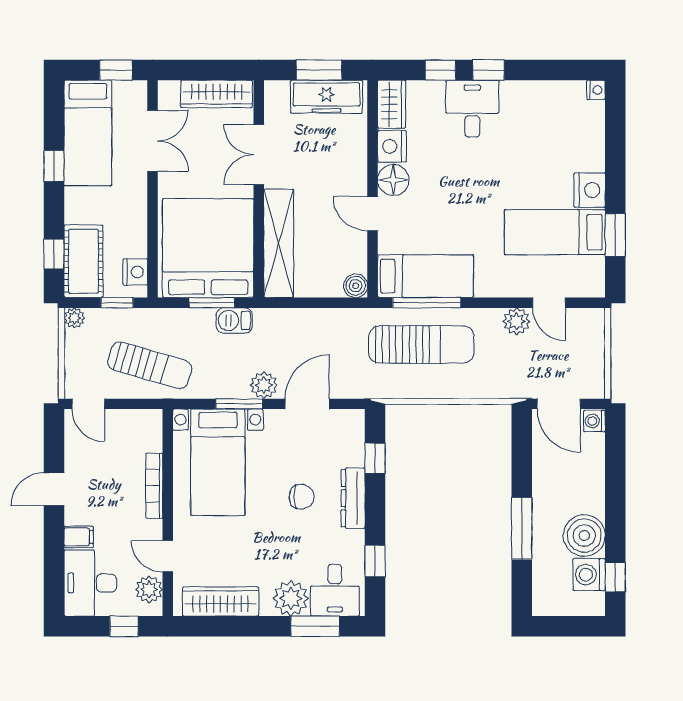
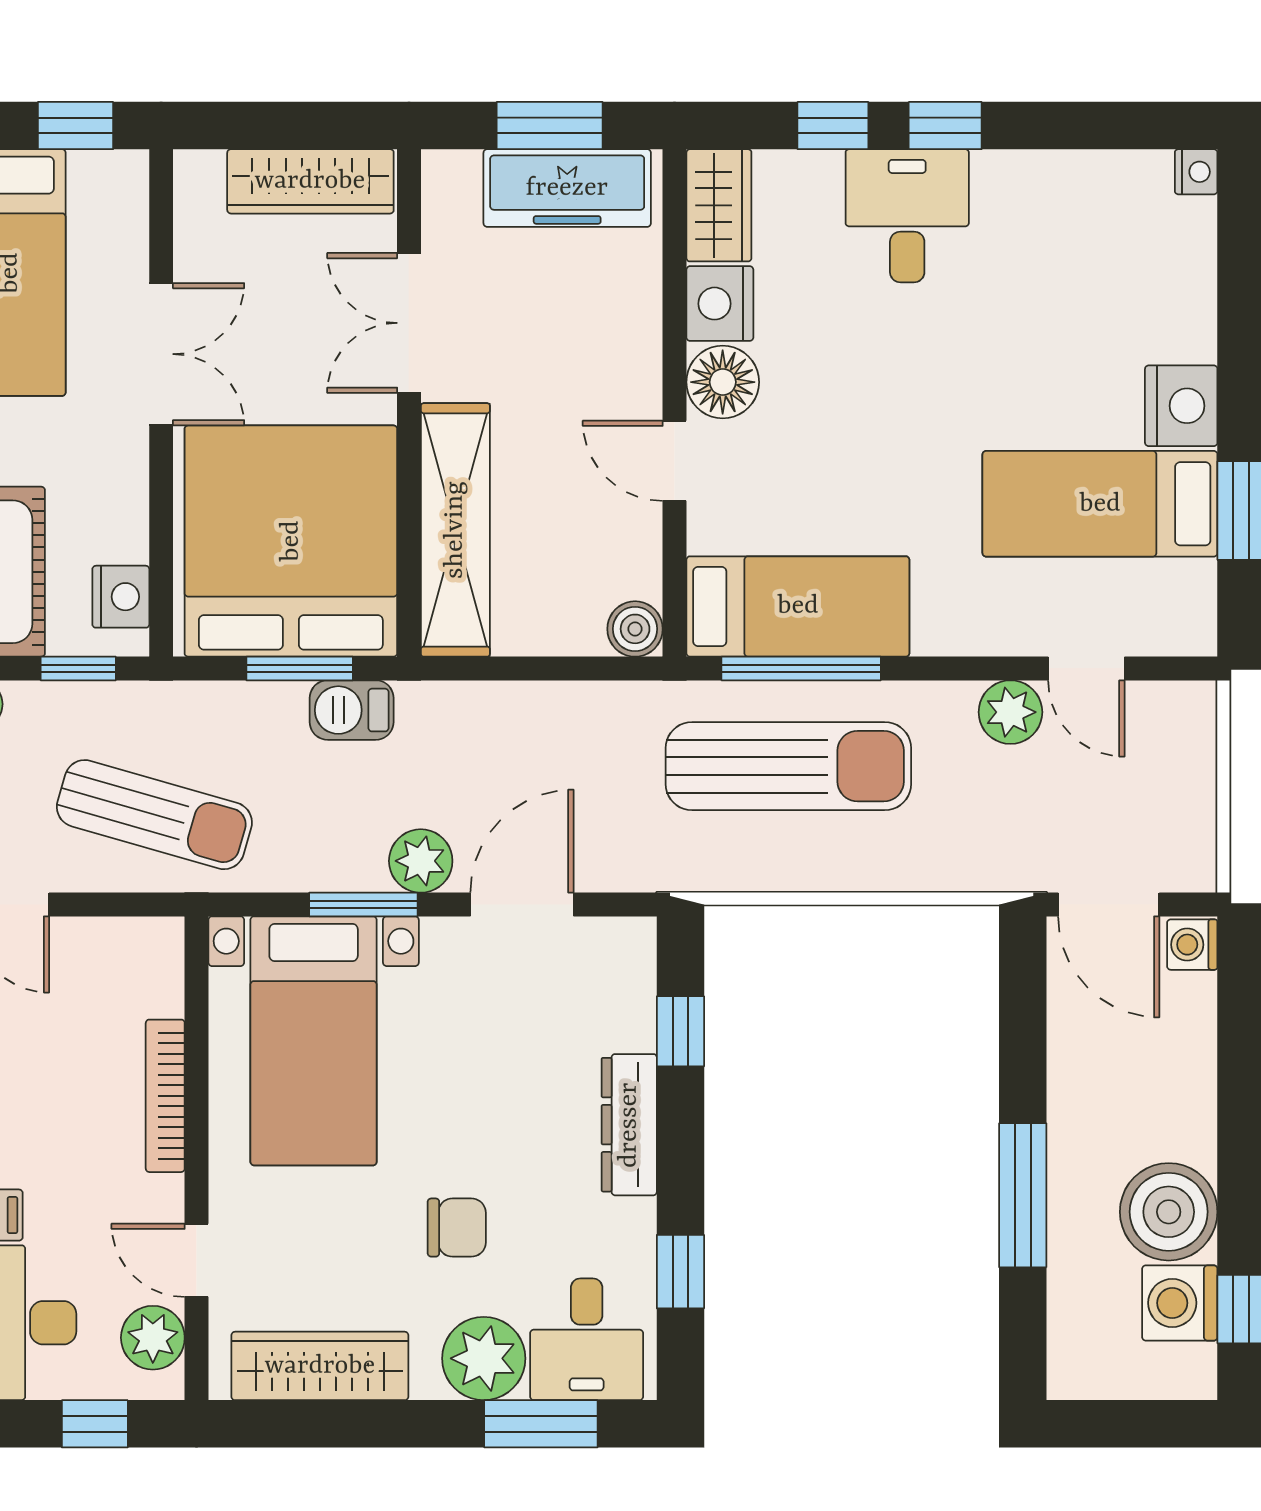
double door: (153, 141) -> (161, 354), moved
chair: (301, 497) -> (457, 1228), moved

